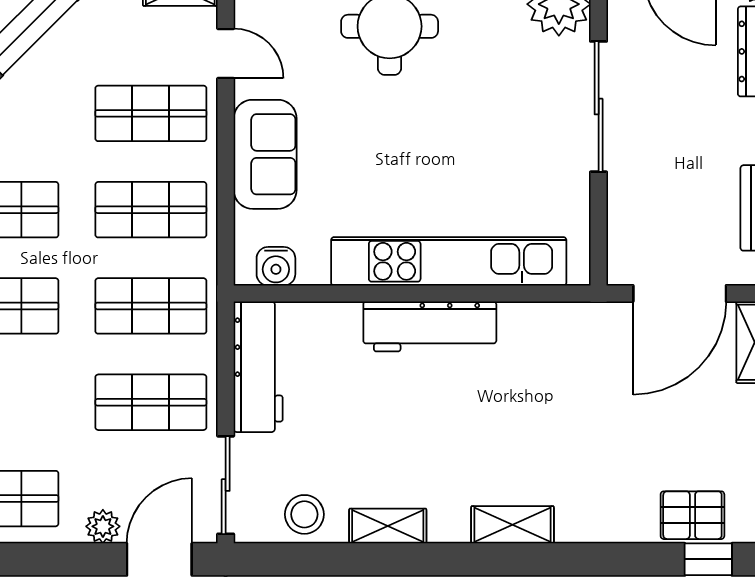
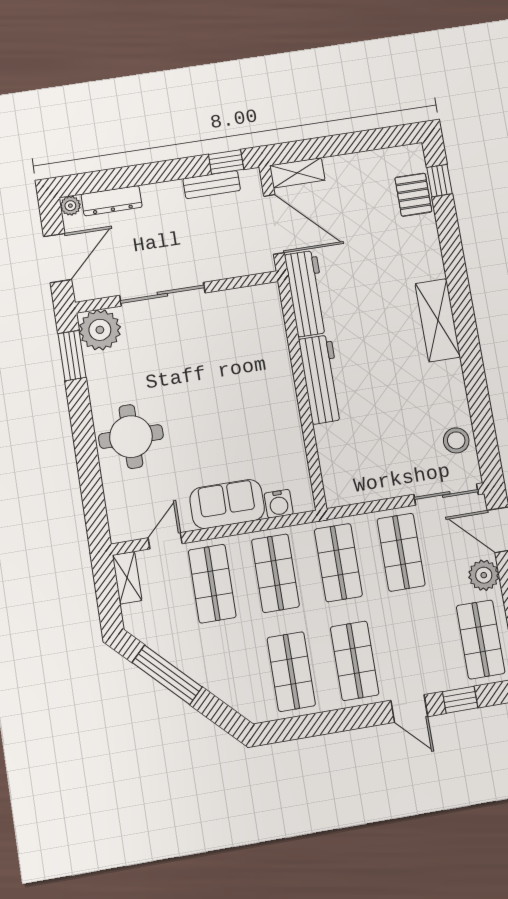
kitchen unit: (449, 261) -> (277, 374), removed
water cooler: (276, 266) -> (279, 504), moved, turned 90
workbench: (258, 367) -> (307, 293), moved, turned 90
shelving: (513, 525) -> (438, 320), width x1.50, depth x1.33
plant: (103, 526) -> (484, 575), width x1.38, depth x1.38
shelving: (388, 526) -> (454, 386), removed

